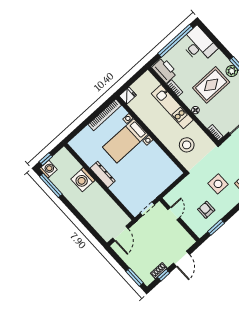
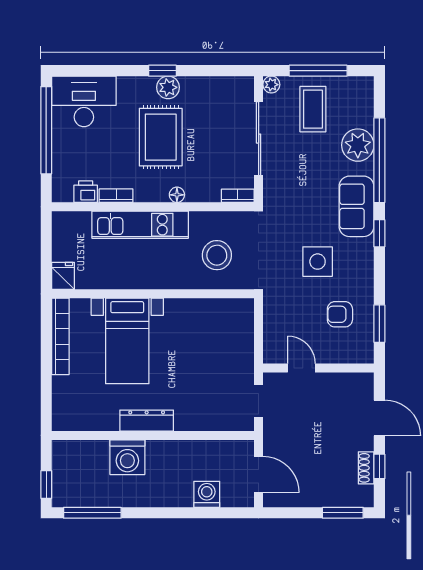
printer: (165, 70) -> (86, 192), width x0.53, depth x0.68
washing machine: (48, 169) -> (207, 494), moved

